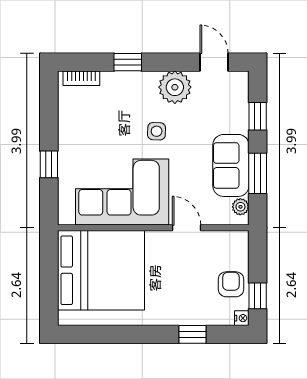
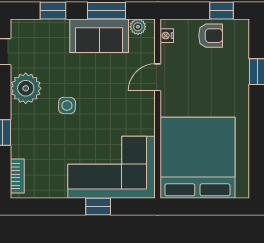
corner sofa: (122, 192) -> (112, 167), moved, turned 90
armchair: (231, 284) -> (211, 36), turned 180
nightstand: (242, 318) -> (167, 36), moved, turned -90

